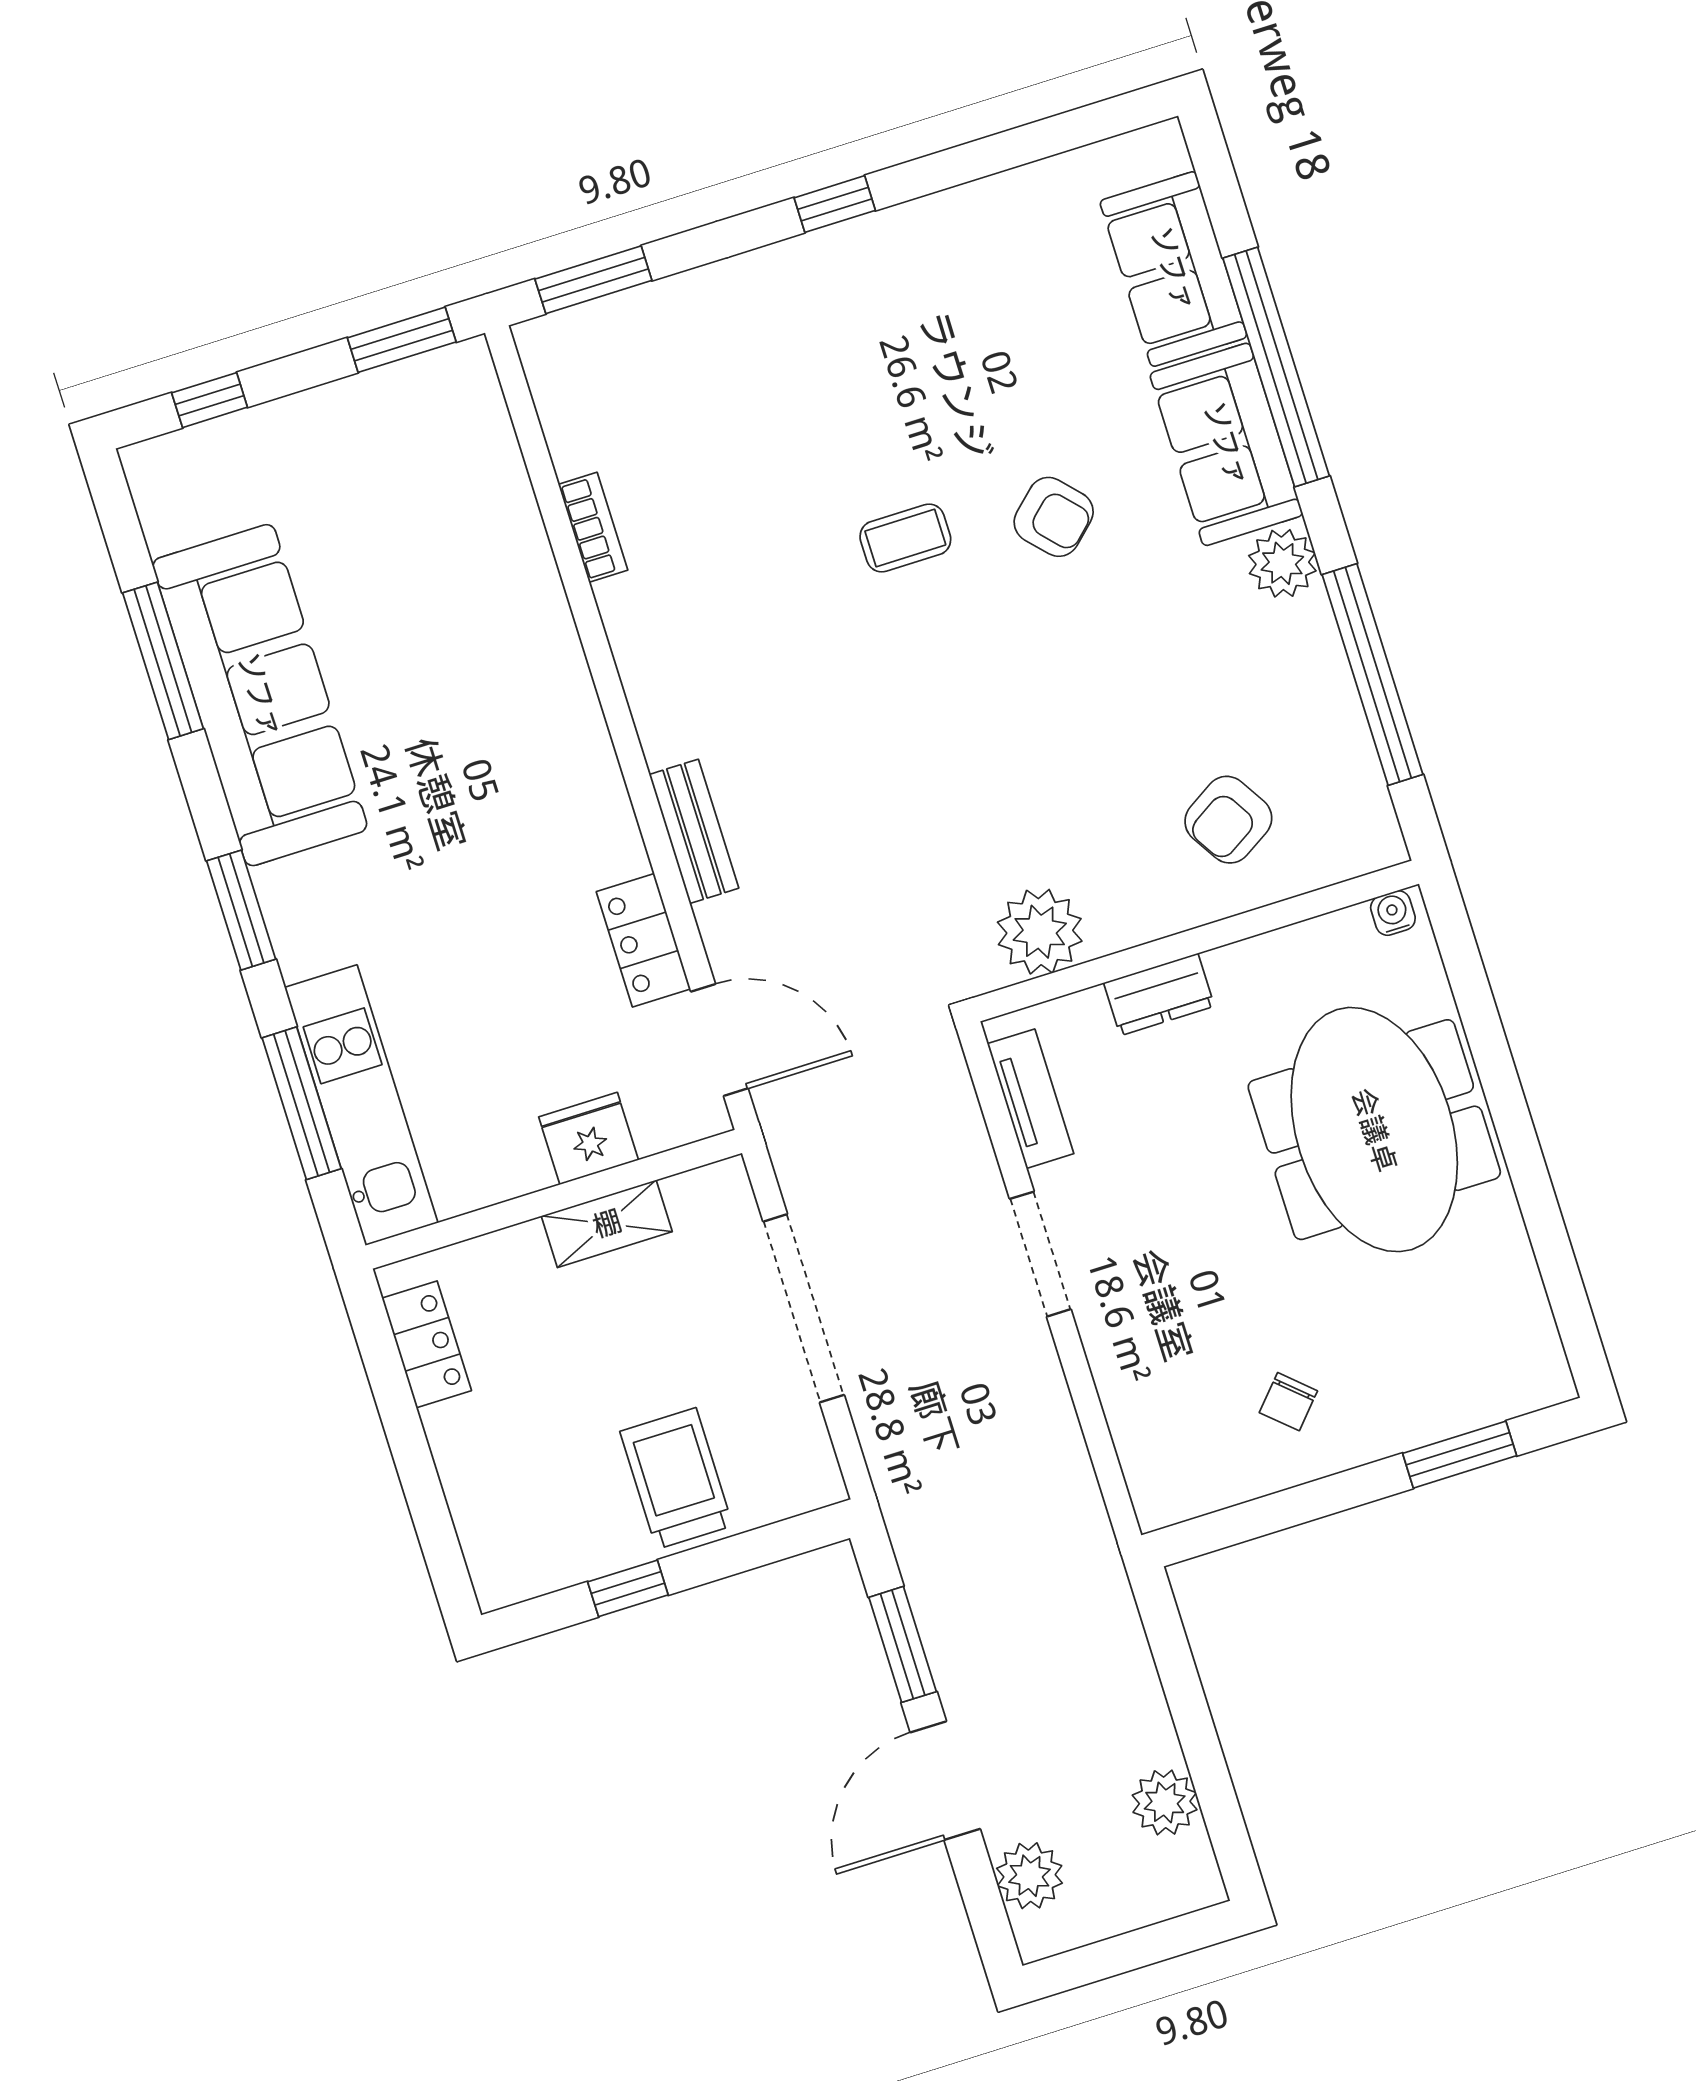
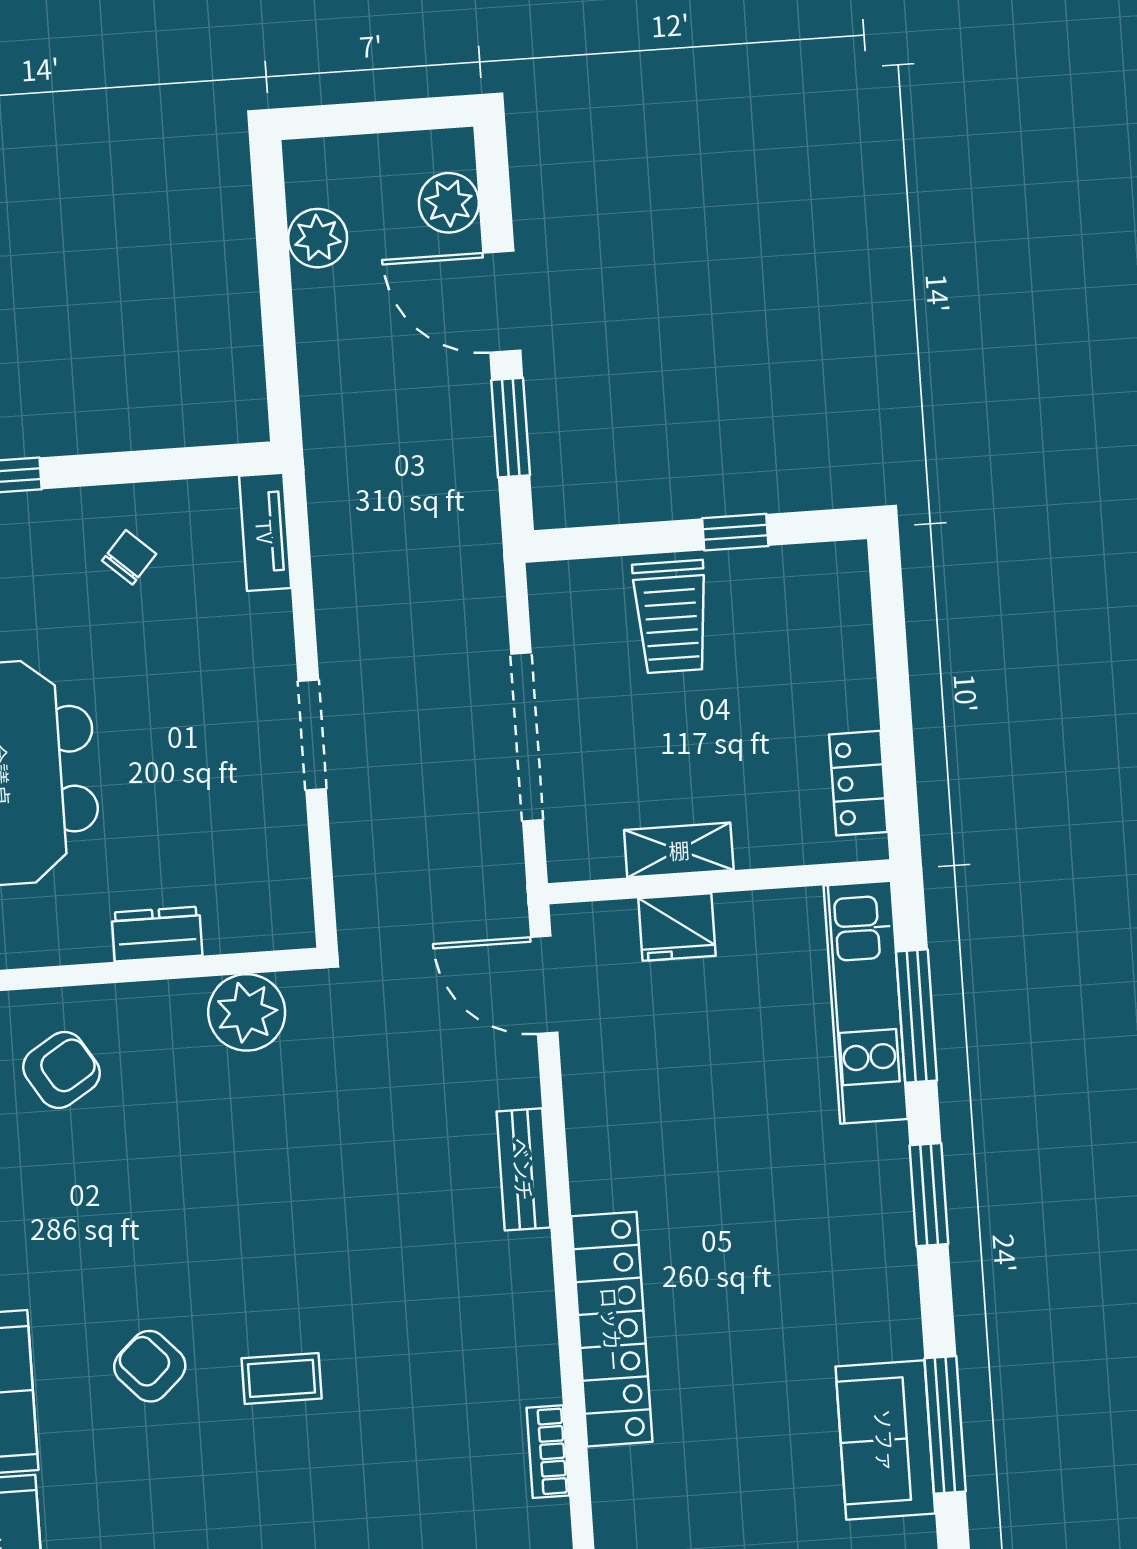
sofa: (260, 695) -> (885, 1440), width x0.54, depth x0.79
locker: (644, 940) -> (612, 1329), moved, width x2.16, depth x1.21
tv unit: (1031, 1099) -> (265, 532), moved
door: (945, 1781) -> (502, 302), swing flipped

